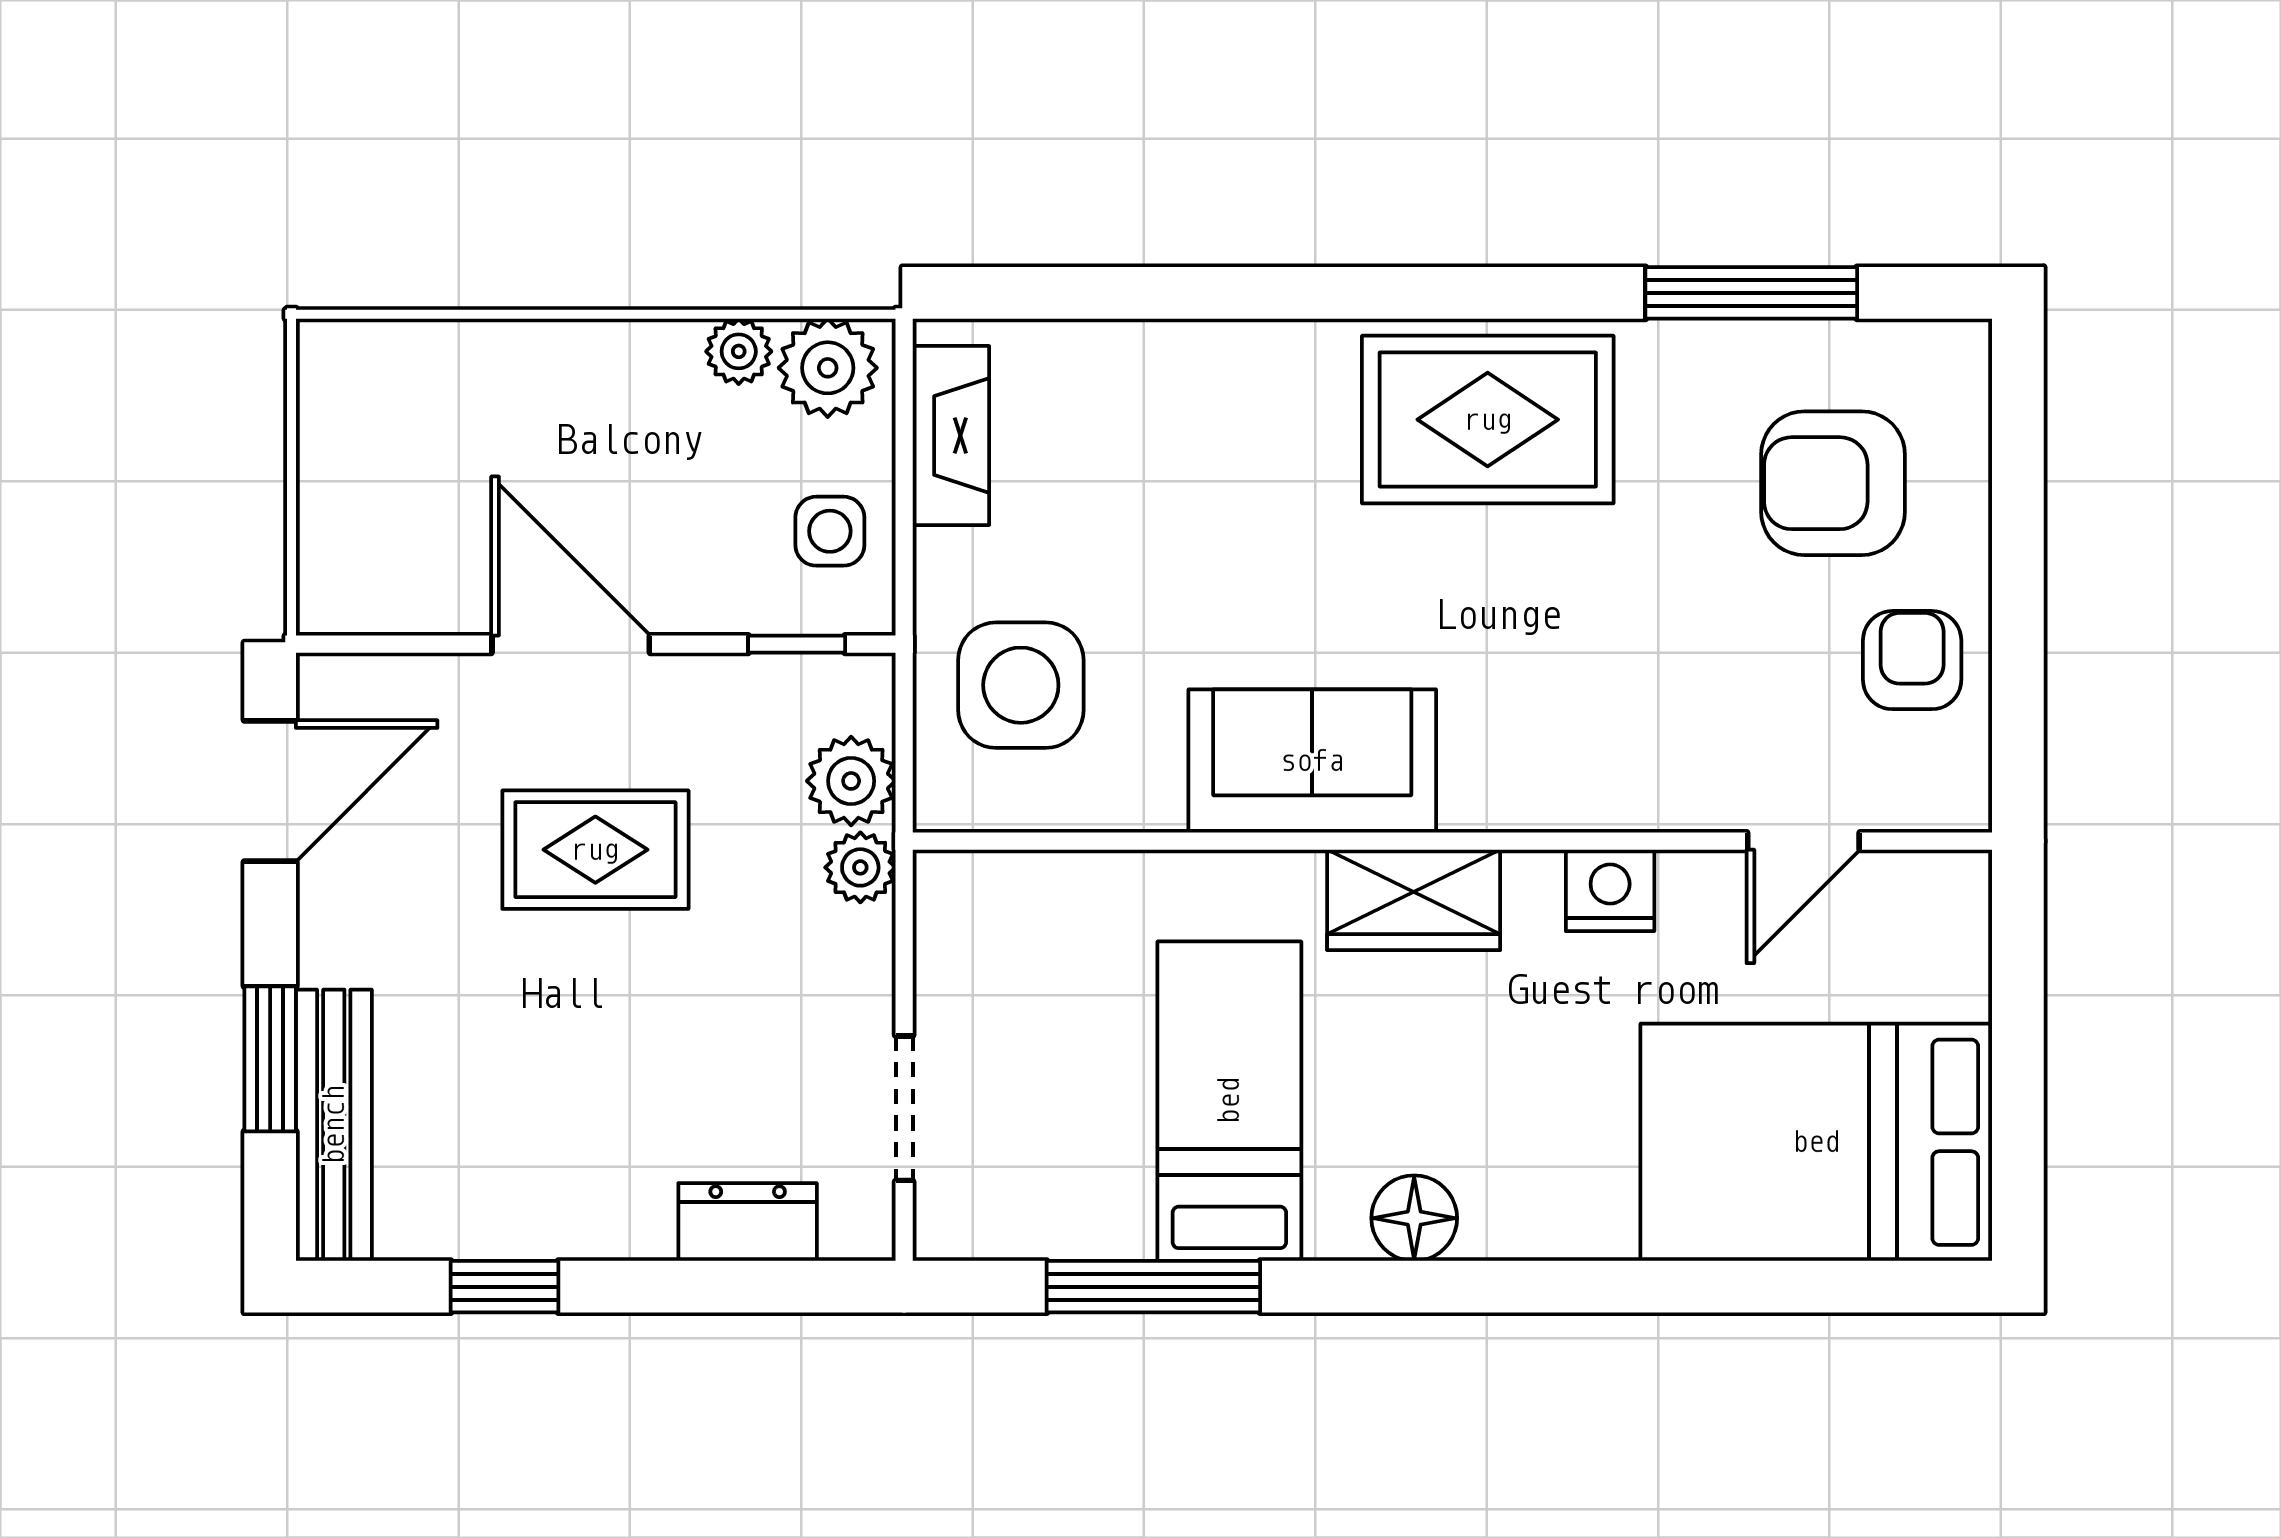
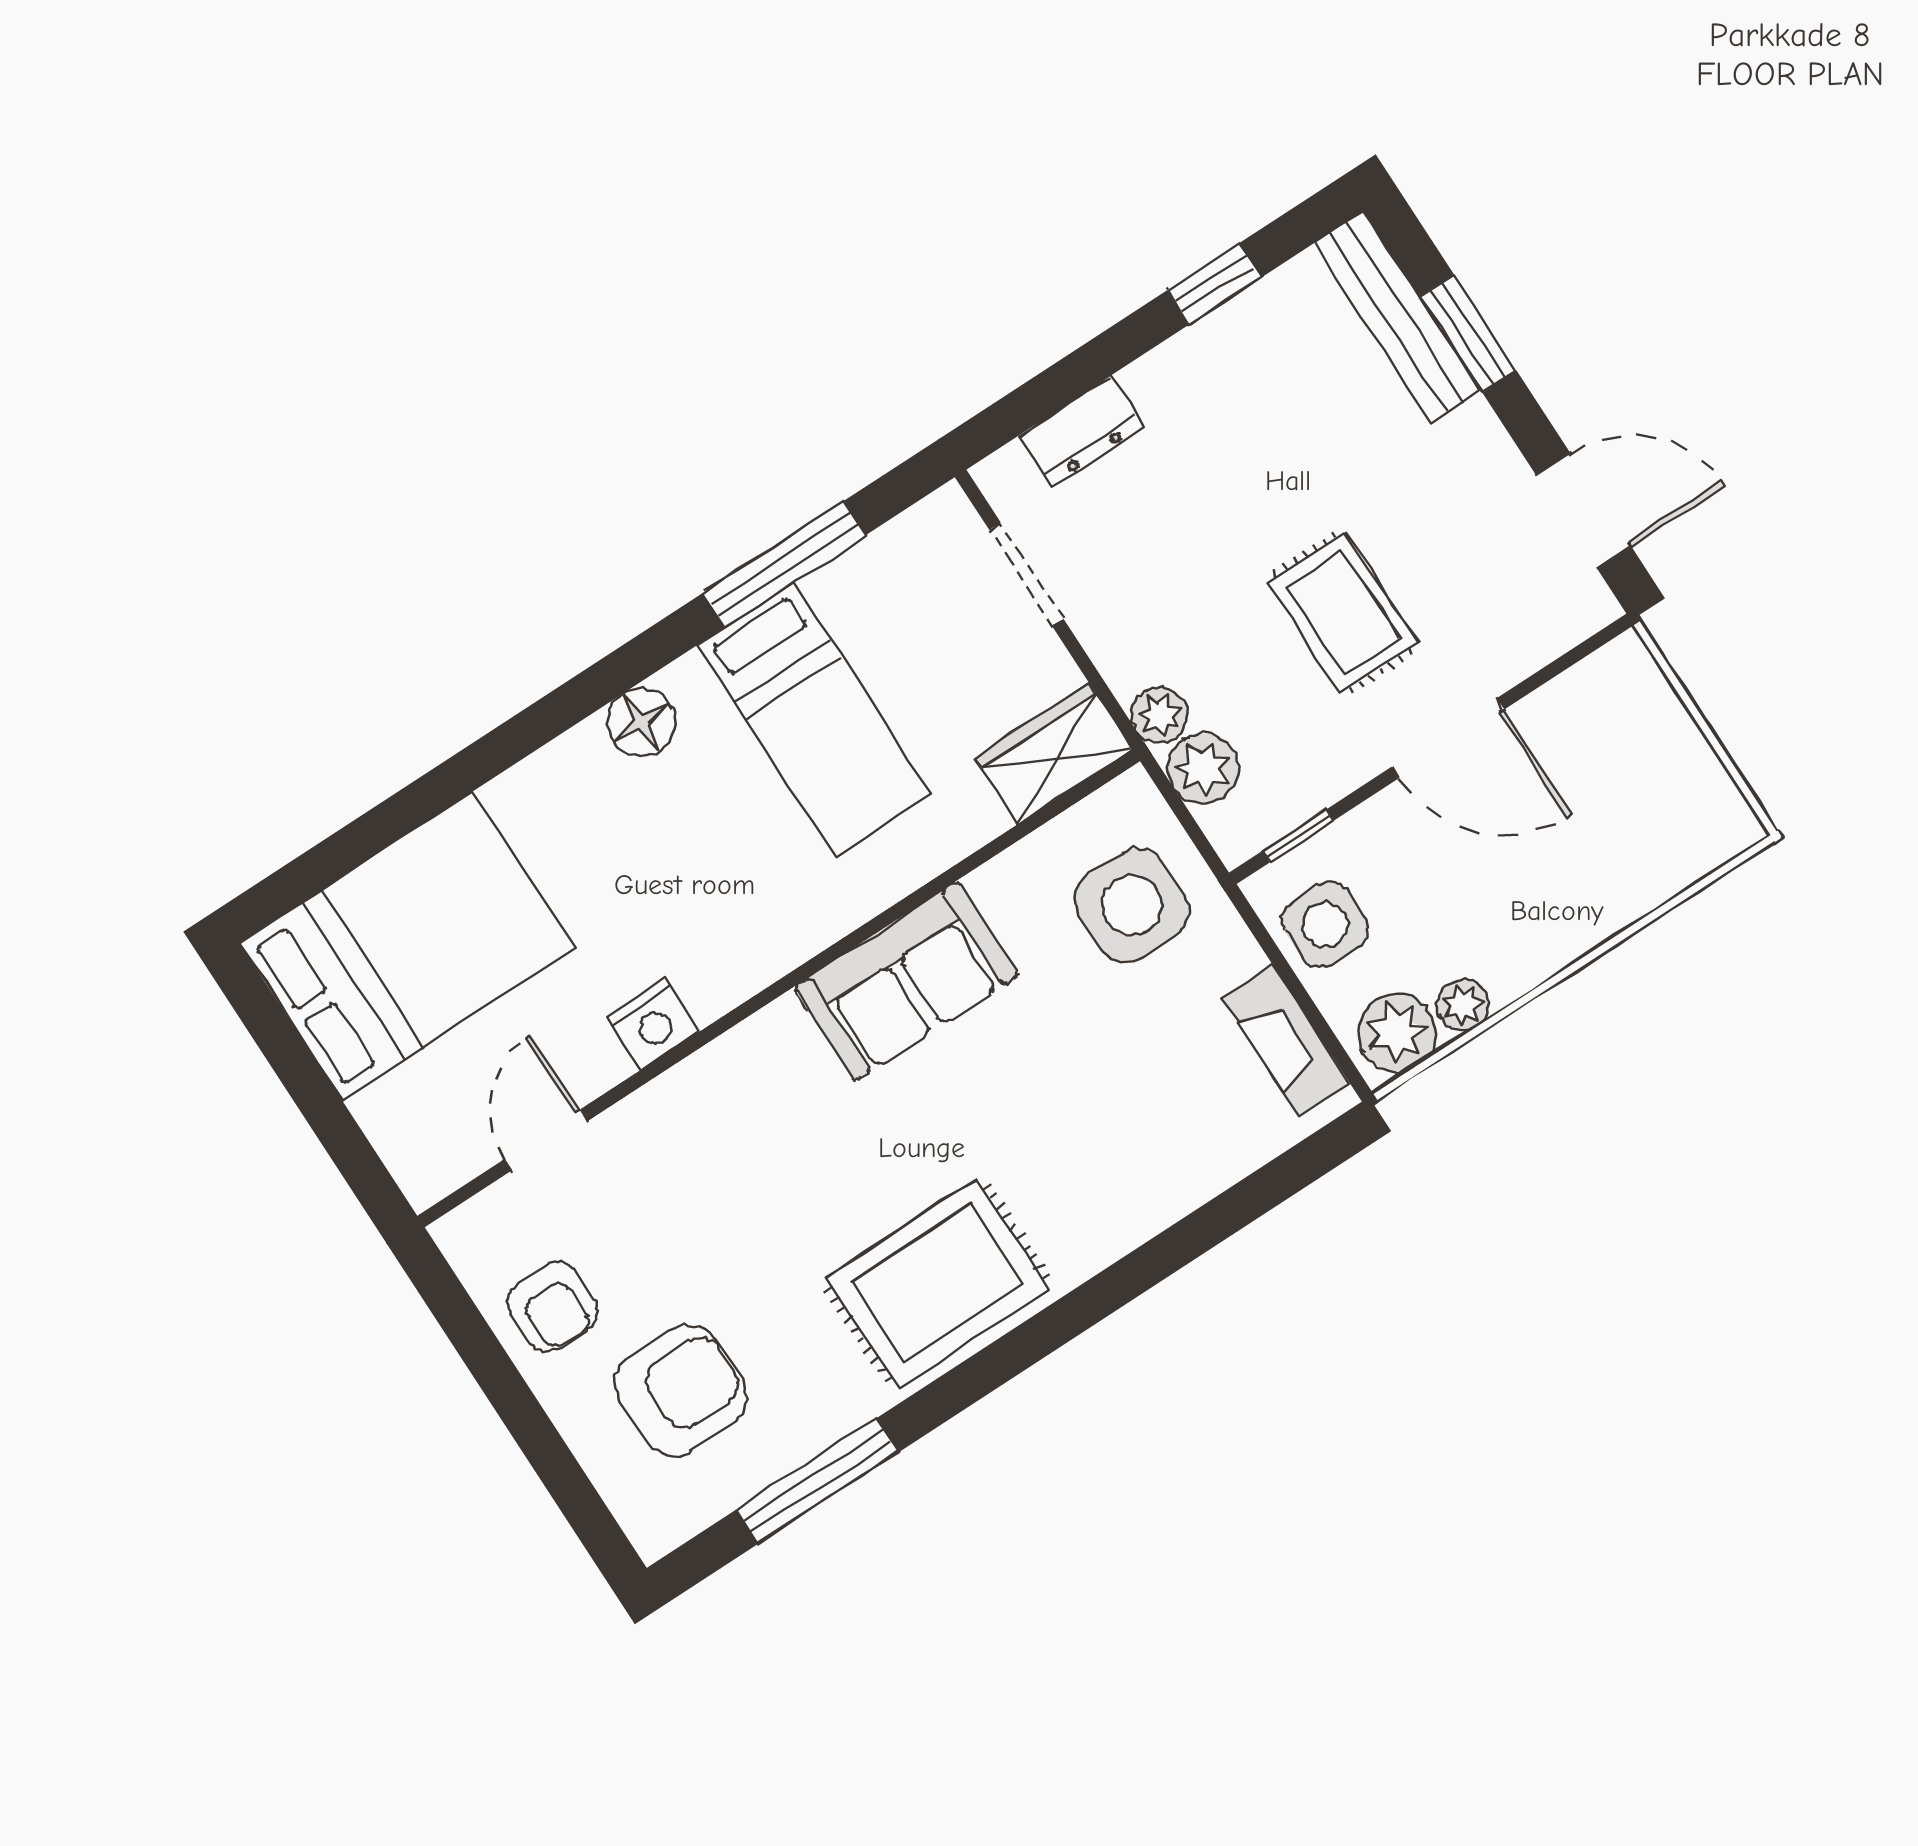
side table: (830, 531) -> (1325, 925), width x1.37, depth x1.37
door: (270, 791) -> (1584, 511), swing flipped
rug: (595, 850) -> (1343, 613), turned 90
wardrobe: (1414, 900) -> (1054, 754), moved

